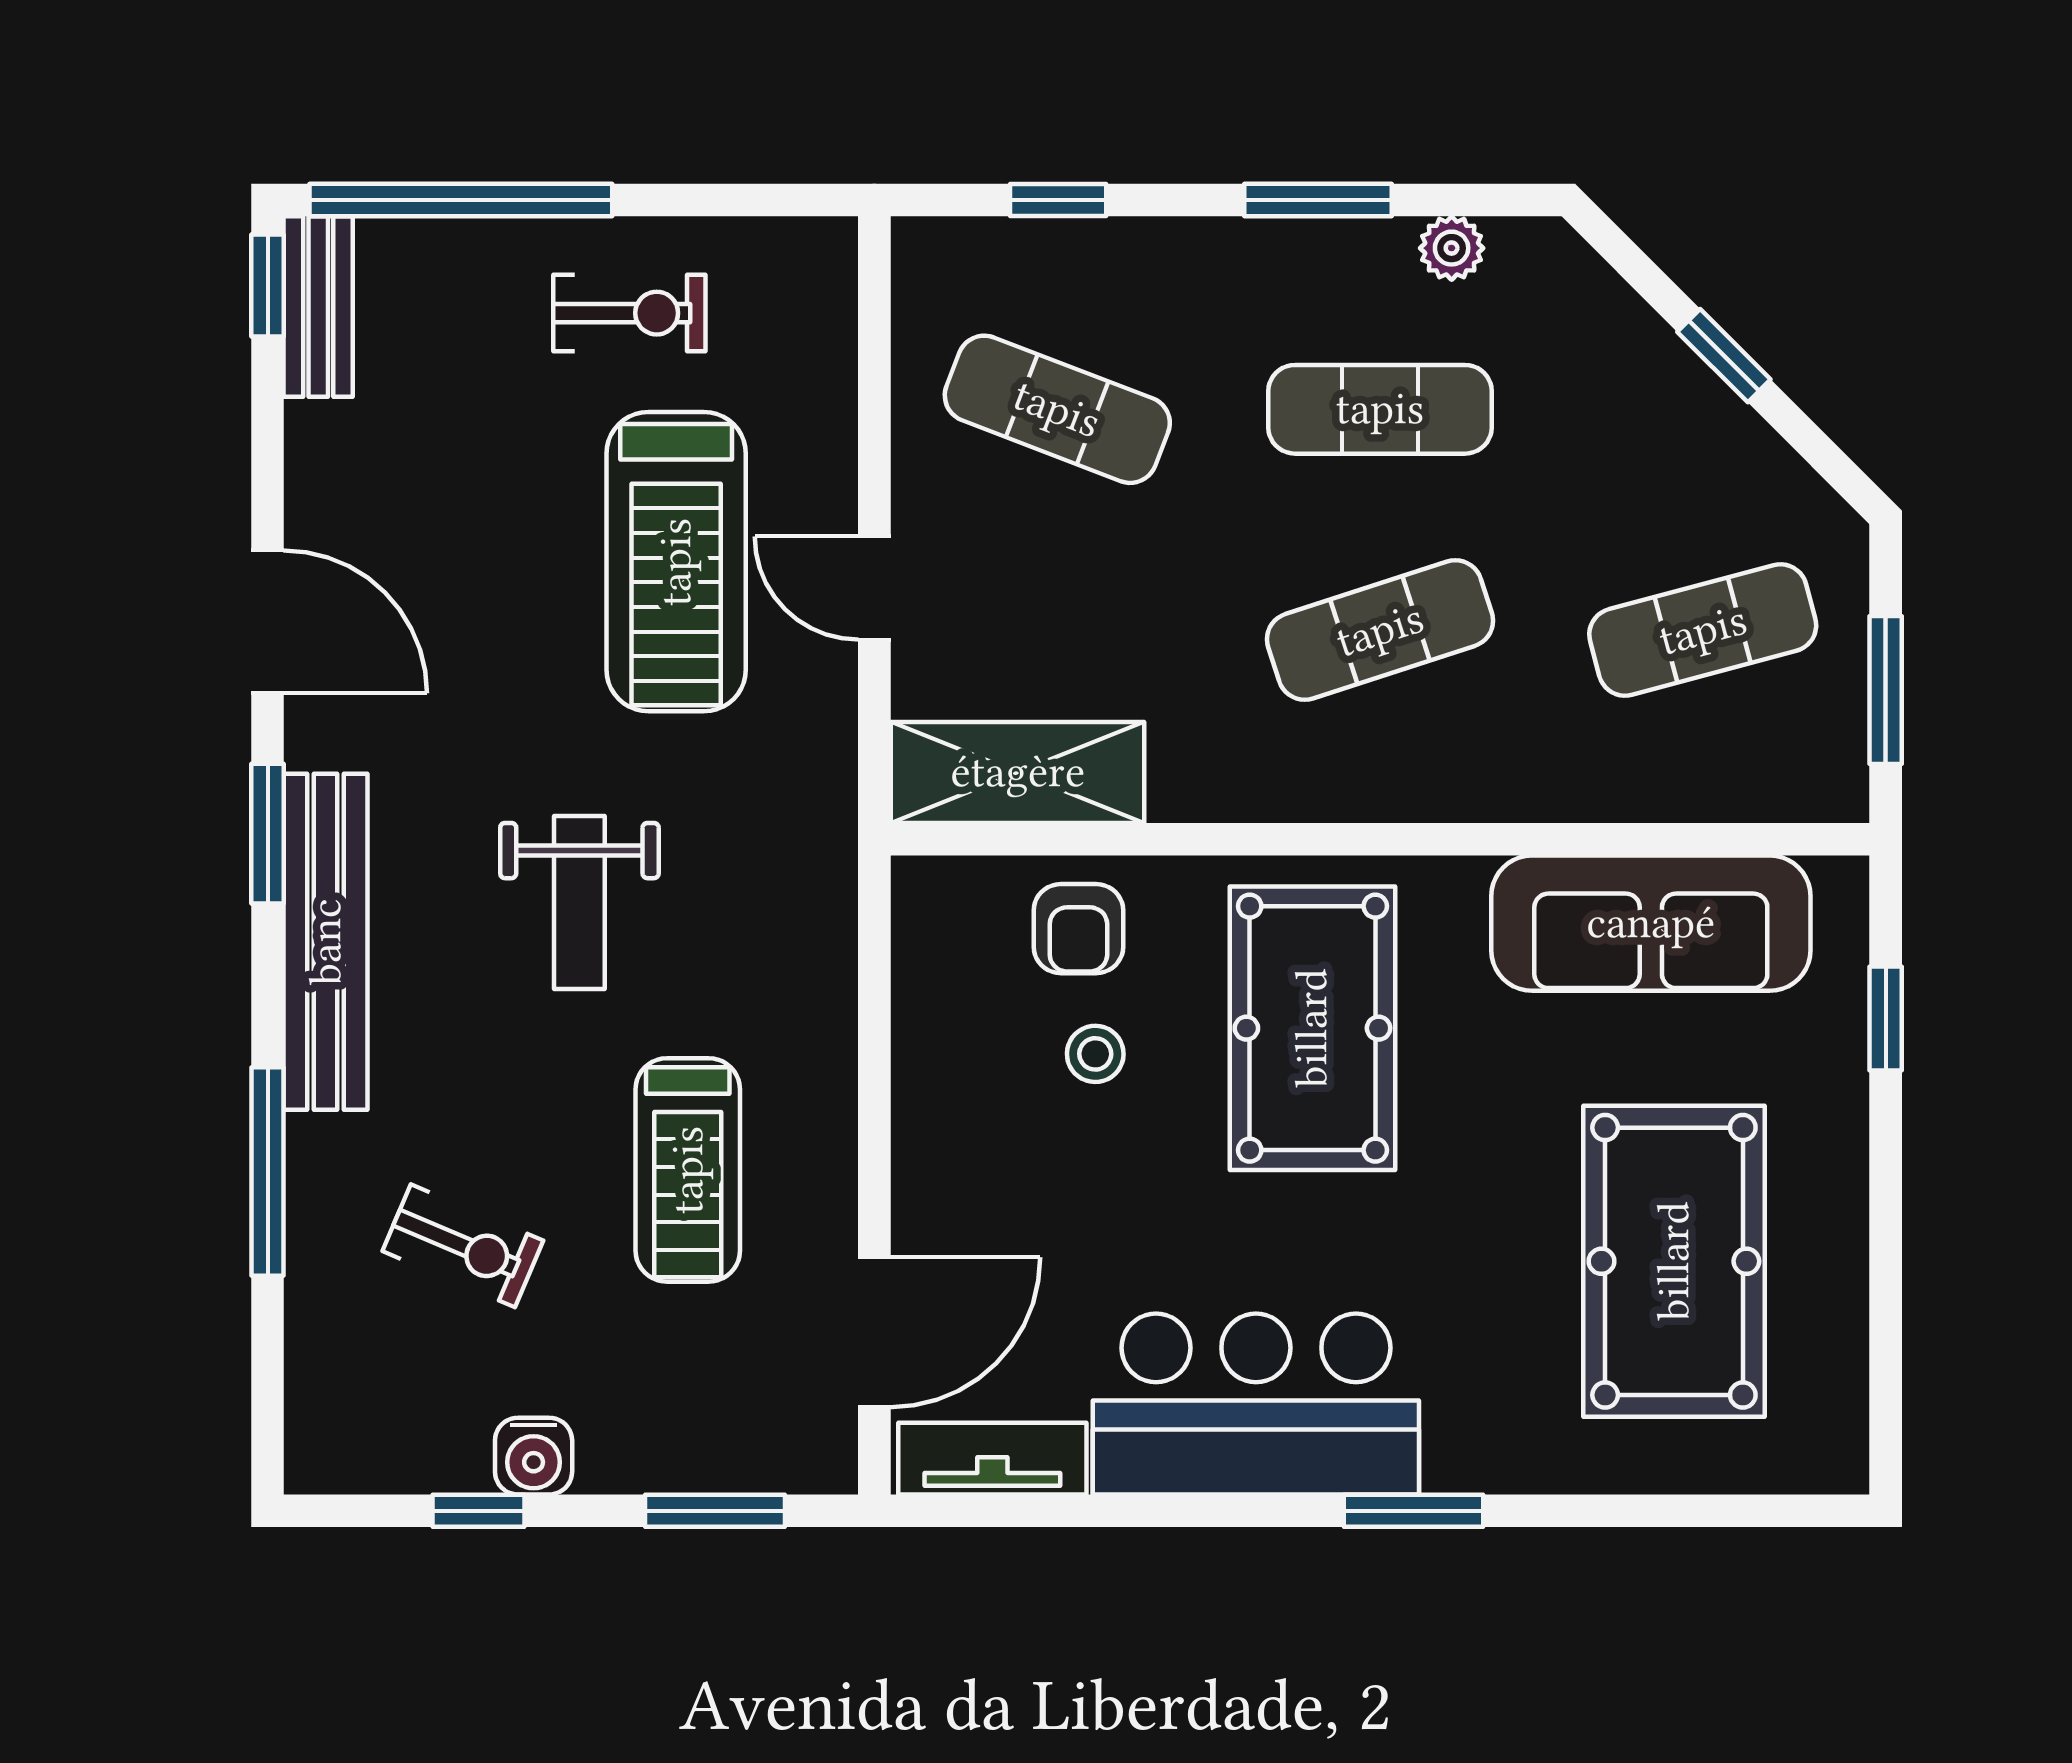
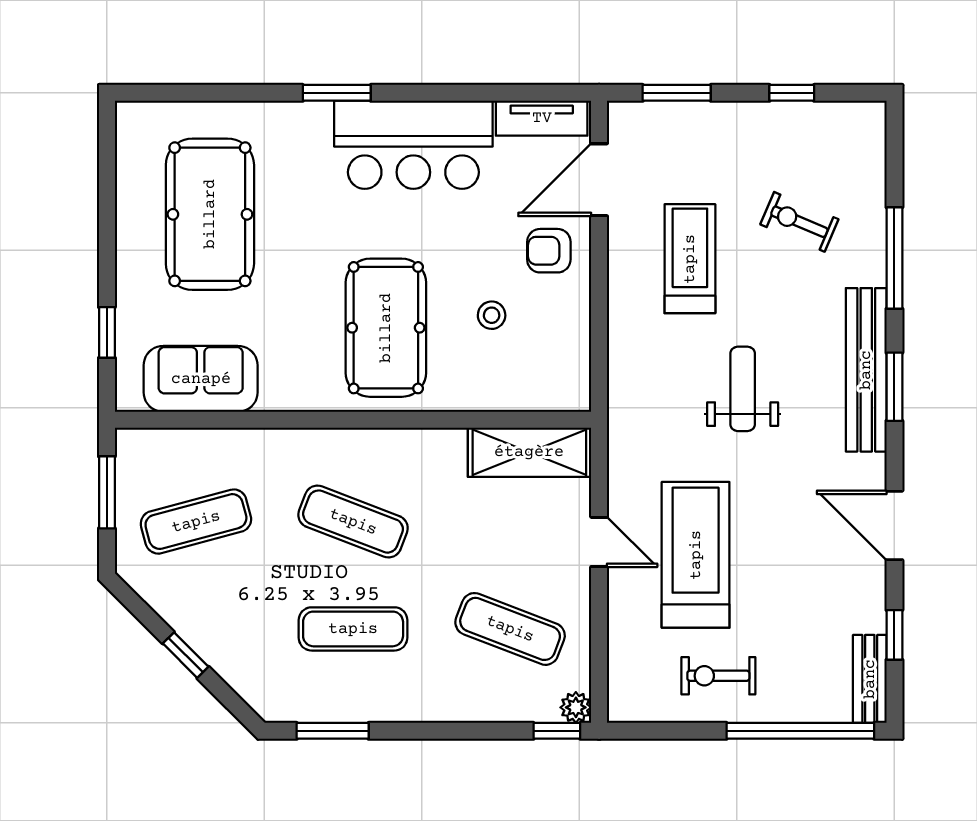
window: (1058, 200) -> (557, 731), moved
window: (1318, 200) -> (333, 731), moved
plant: (1452, 248) -> (576, 707), moved
window: (268, 285) -> (894, 635), moved
exercise mat: (1380, 630) -> (353, 522), turned 39
window: (268, 834) -> (894, 387), moved
sofa: (1651, 923) -> (201, 379), width x0.73
armchair: (1078, 929) -> (549, 251), moved, turned -90
water cooler: (534, 1456) -> (765, 119), removed

